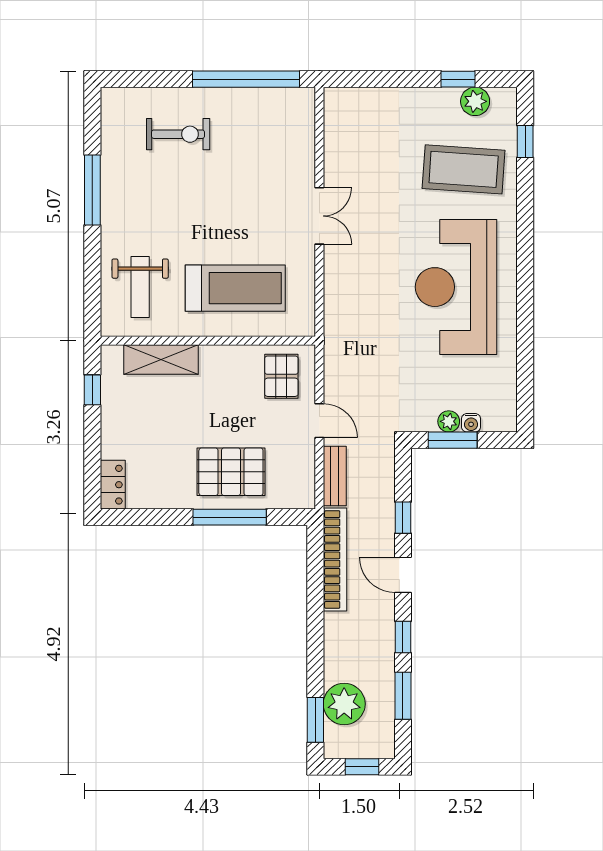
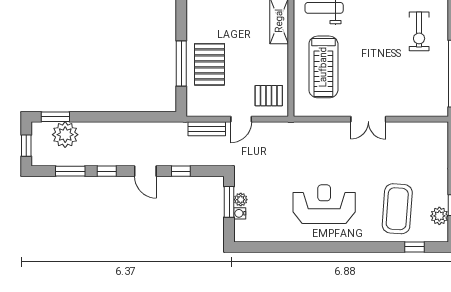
reception desk: (456, 287) -> (324, 204), width x0.74, depth x0.77
bookcase: (335, 560) -> (155, 129), removed
door: (403, 575) -> (145, 171), swing flipped

